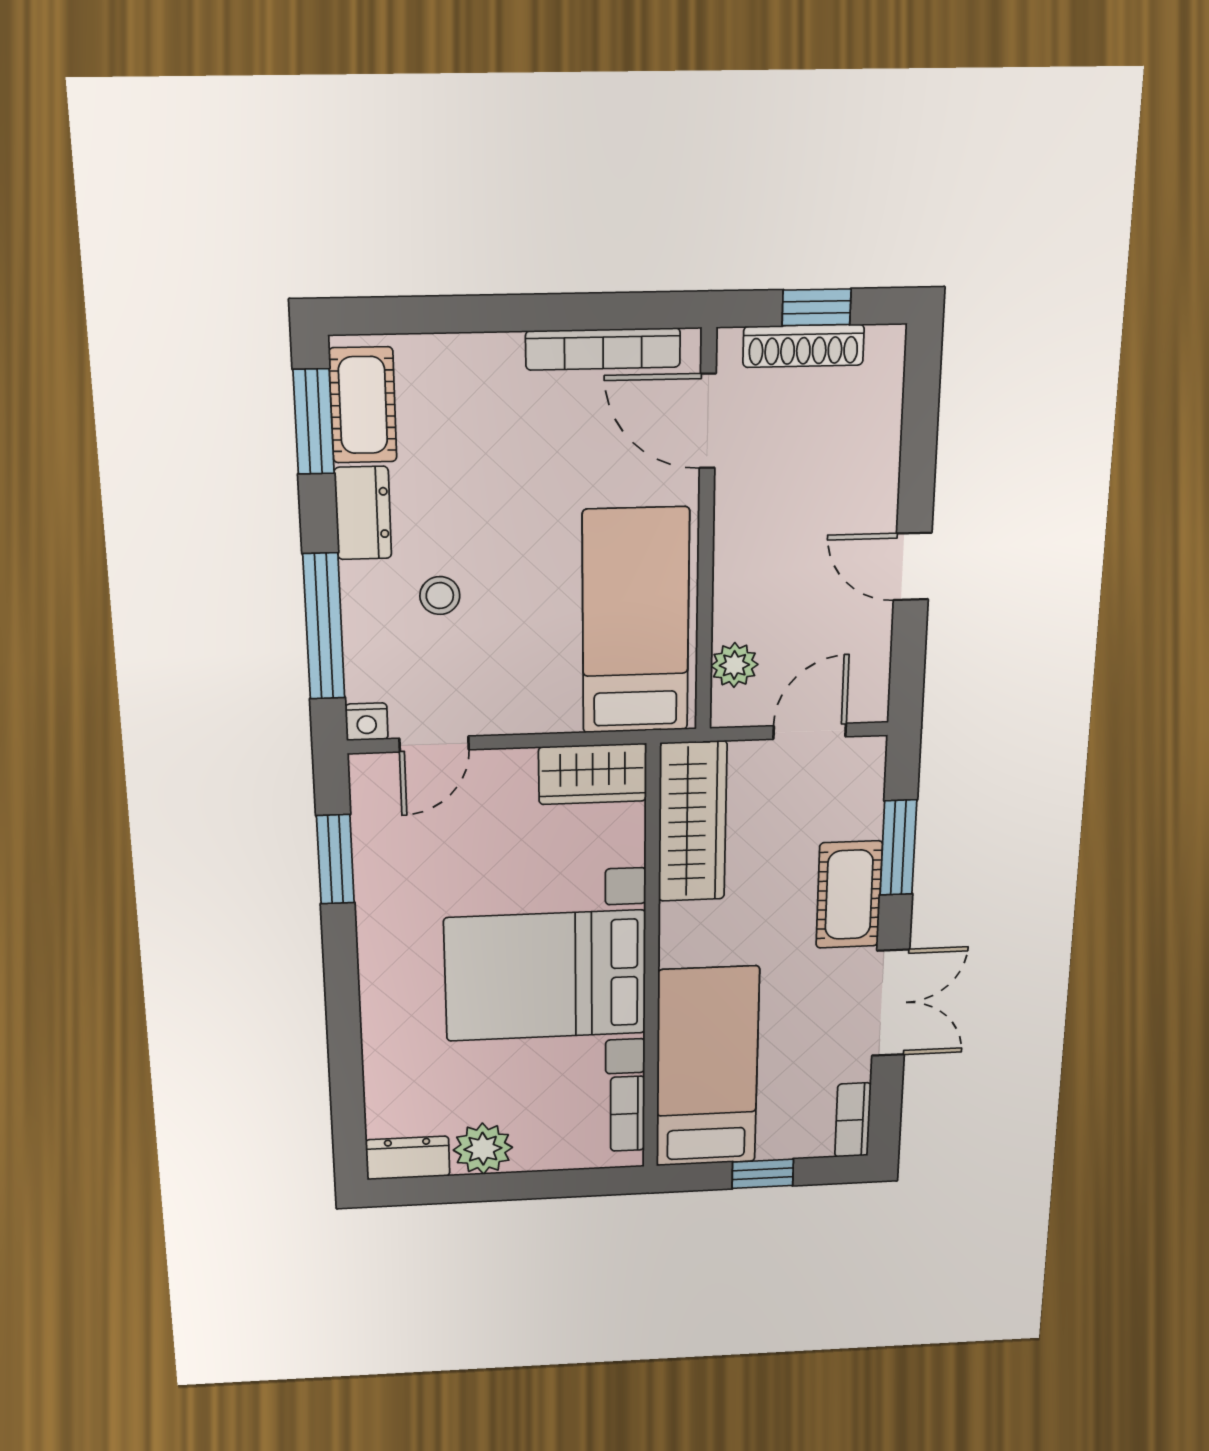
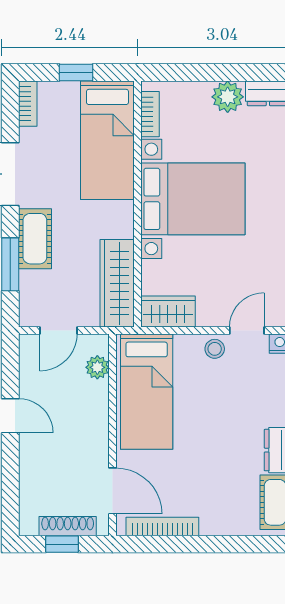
stool: (440, 596) -> (215, 349), moved

